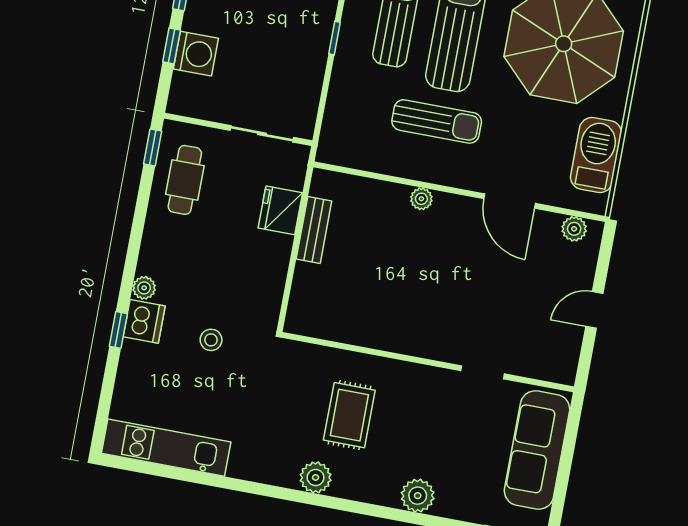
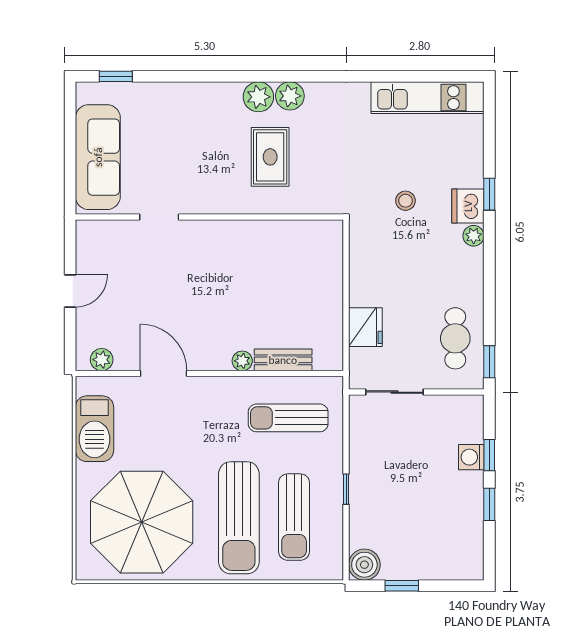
washing machine: (196, 54) -> (471, 457), width x0.73, depth x0.73
sun lounger: (437, 121) -> (288, 418), moved
bench: (314, 230) -> (283, 360), moved, turned 90
plant: (418, 496) -> (258, 97), moved

